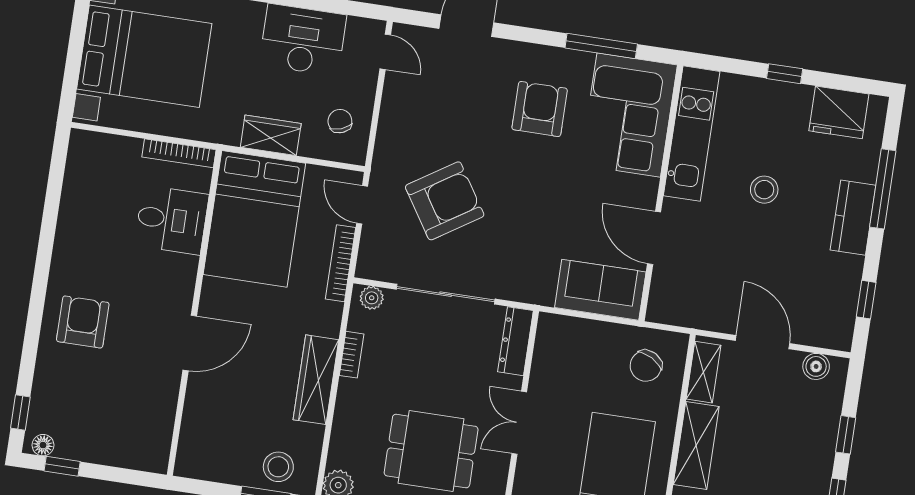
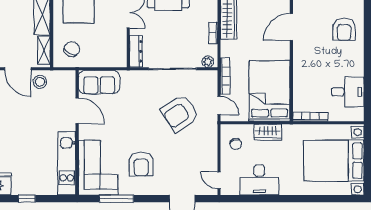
stool: (764, 190) -> (40, 82), moved
desk: (172, 220) -> (348, 92), moved, turned 180

